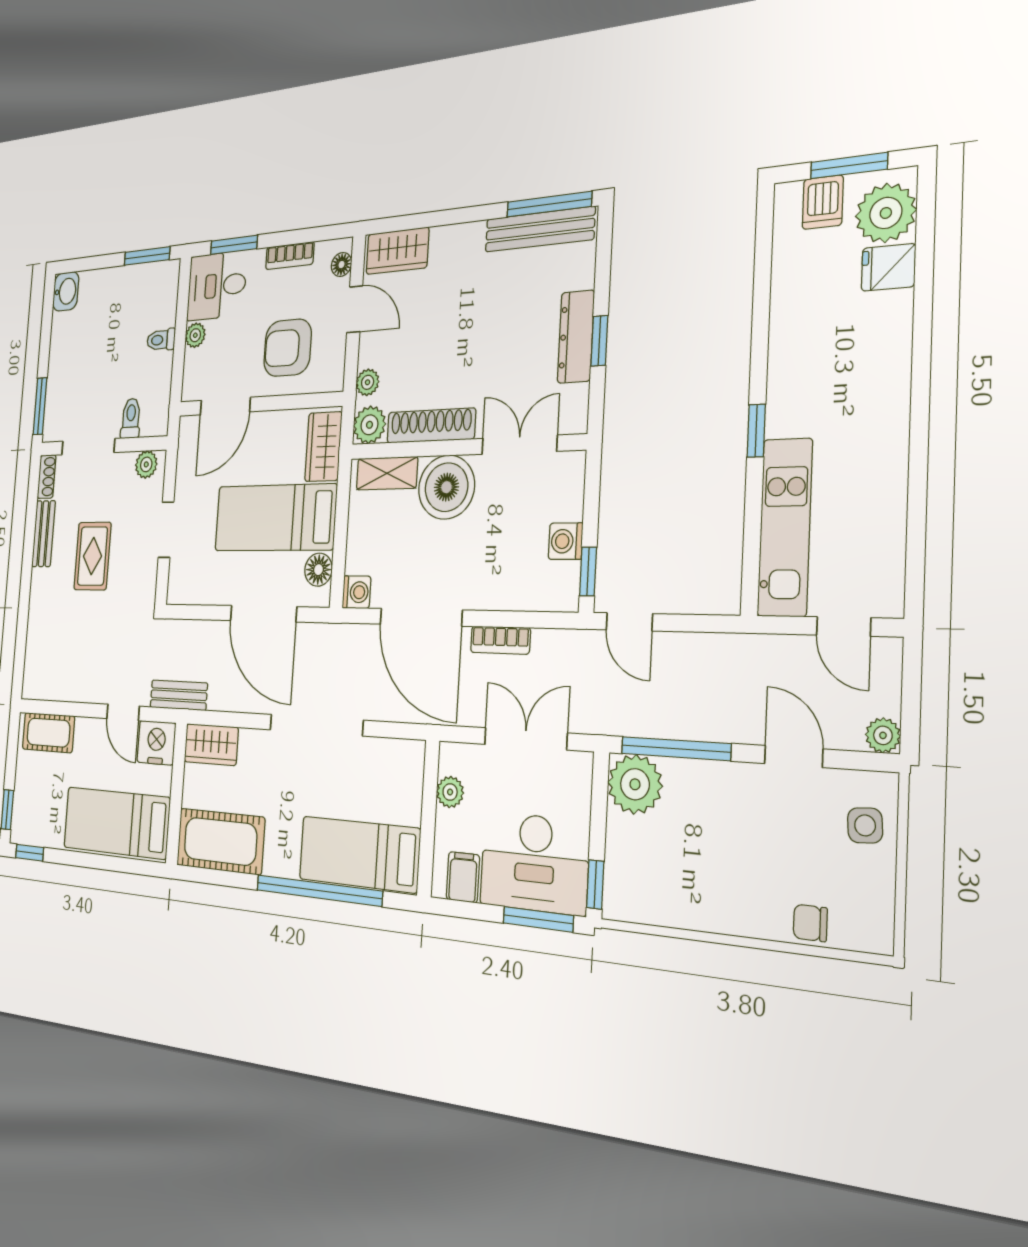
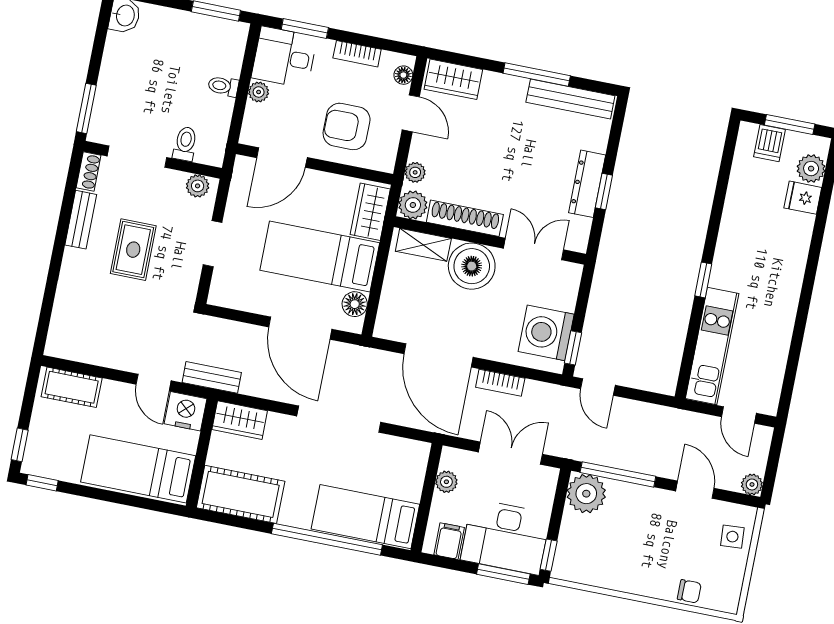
window: (549, 204) -> (537, 74), moved
plant: (886, 213) -> (811, 169), width x0.73, depth x0.73
washing machine: (566, 541) -> (546, 333), width x1.89, depth x1.89
washing machine: (356, 592) -> (386, 327), removed
chair: (810, 923) -> (689, 591), turned 180

